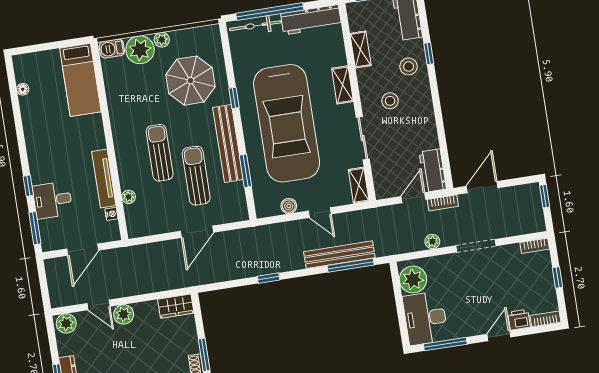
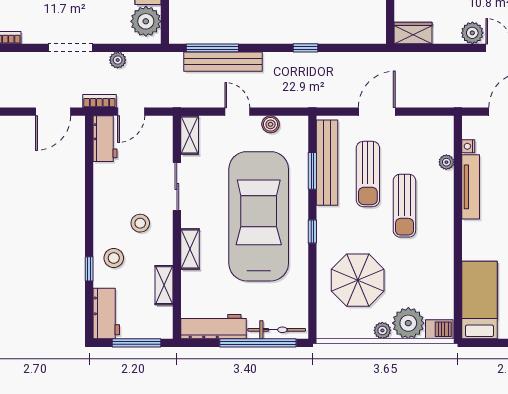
window: (234, 98) -> (312, 232), moved
bench: (228, 143) -> (327, 163), moved

